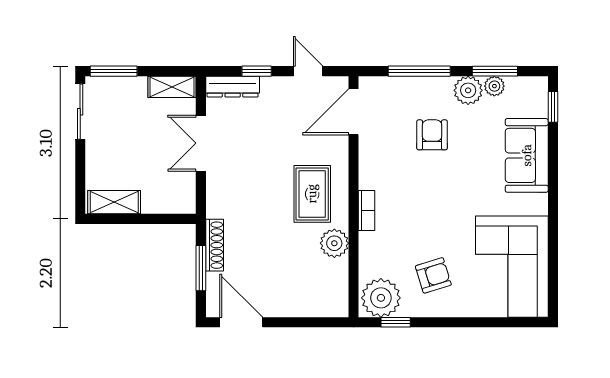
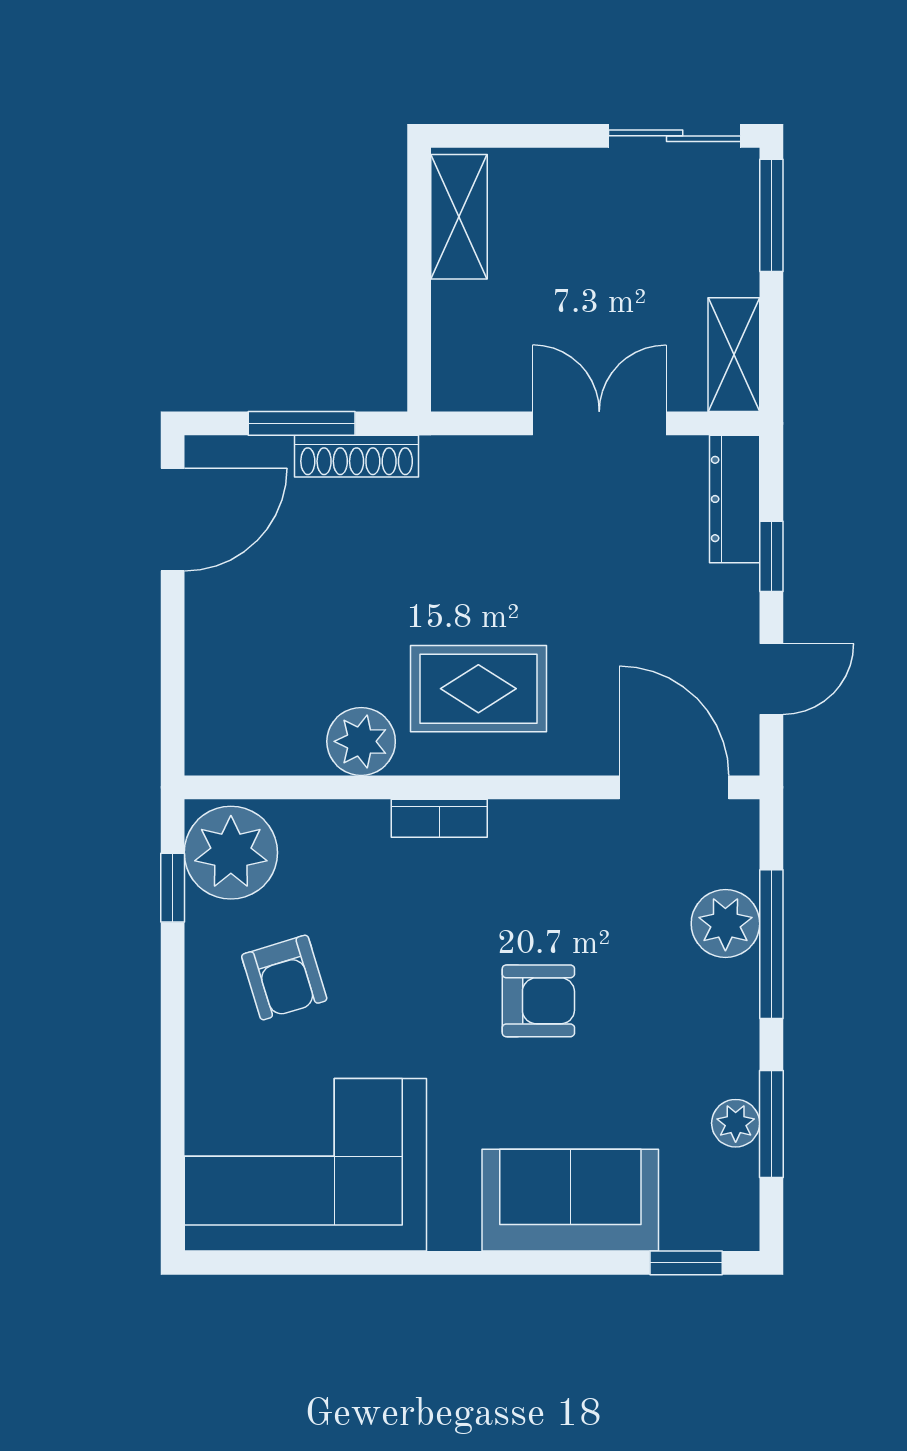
plant: (468, 90) -> (725, 924), moved
armchair: (432, 135) -> (538, 1001), moved

